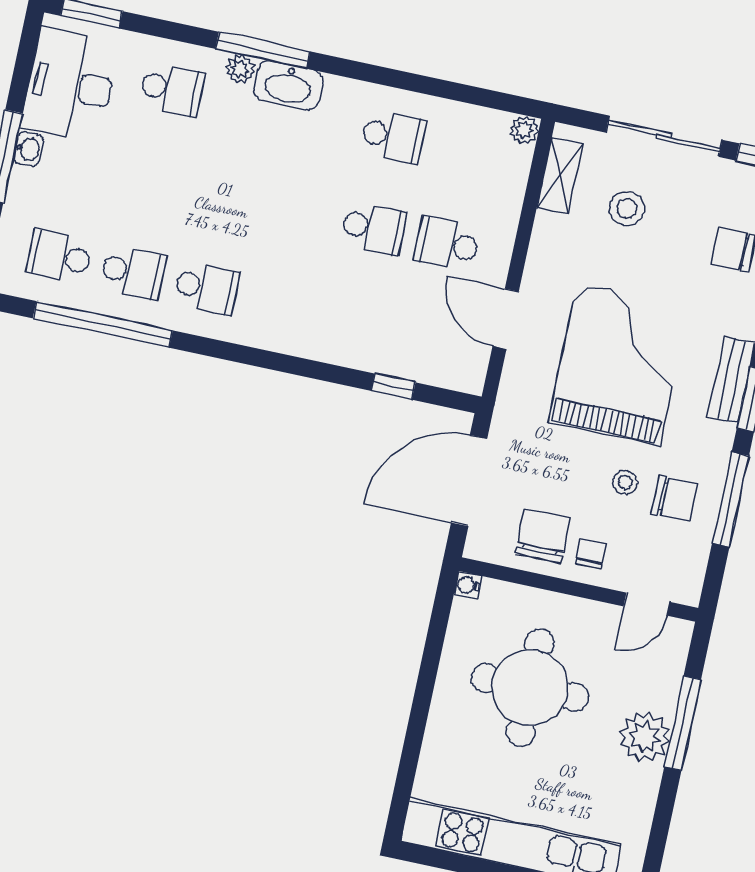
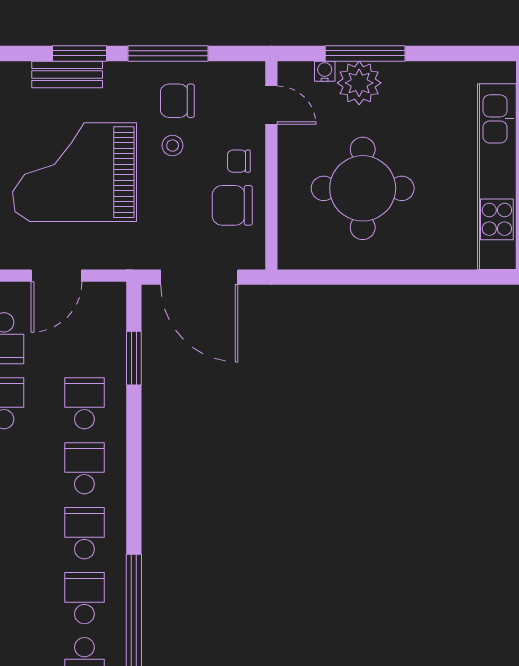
school desk: (280, 304) -> (84, 468), added
school desk: (354, 320) -> (84, 403), added
window: (393, 387) -> (134, 358), width x1.50
chair: (675, 499) -> (177, 101), turned -90
water cooler: (468, 585) -> (325, 71), moved, turned 180
plant: (645, 737) -> (359, 83), moved

